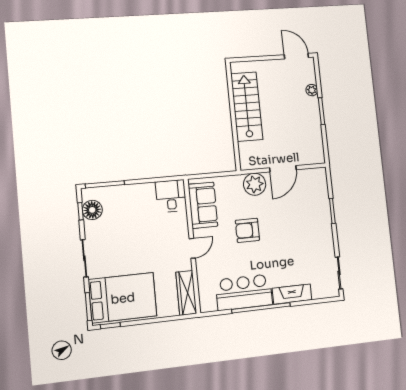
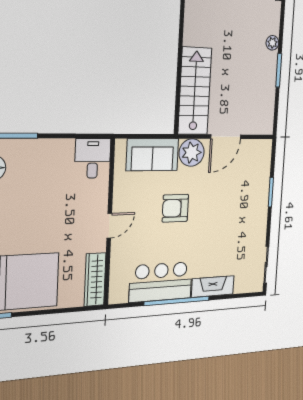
stairs: (247, 107) -> (195, 91), moved
sofa: (203, 205) -> (152, 155), moved, turned 90

